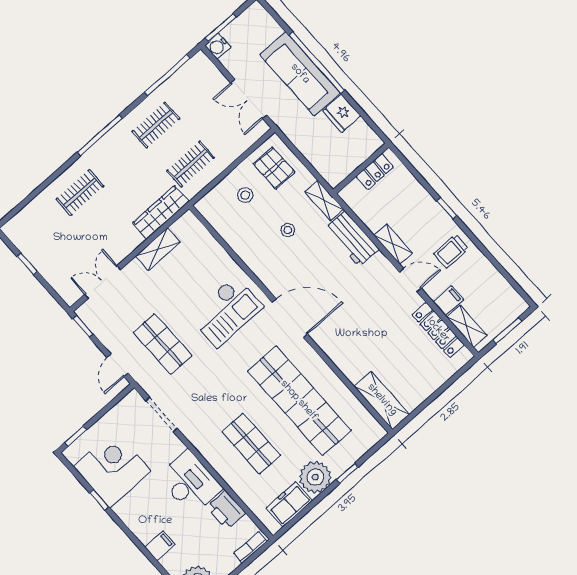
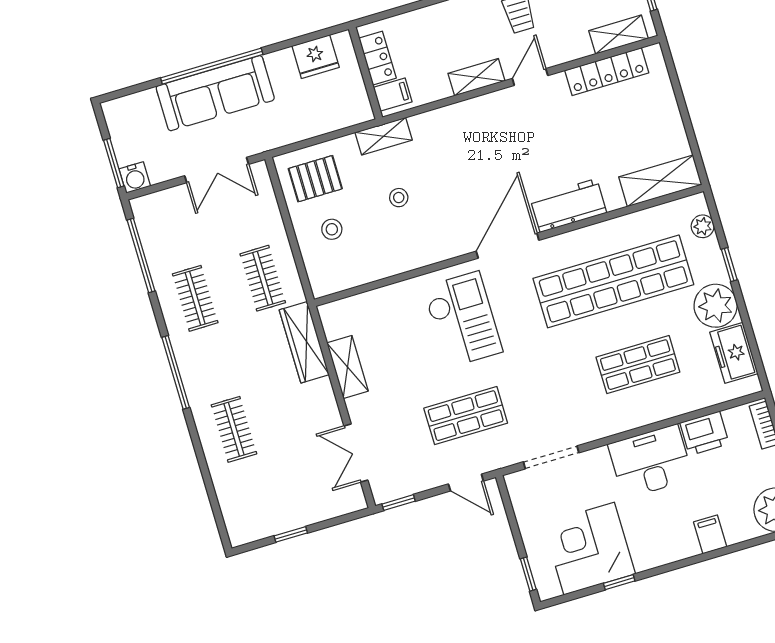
fridge: (342, 113) -> (316, 57), moved
workbench: (352, 239) -> (568, 206), moved, turned 180
filing cabinet: (448, 301) -> (393, 95), moved, turned 90
plant: (365, 443) -> (703, 226), added

